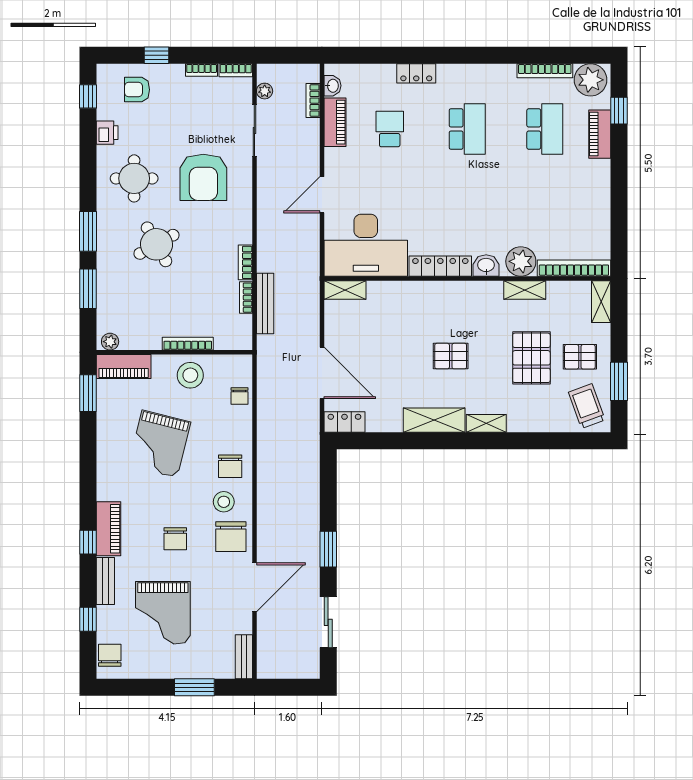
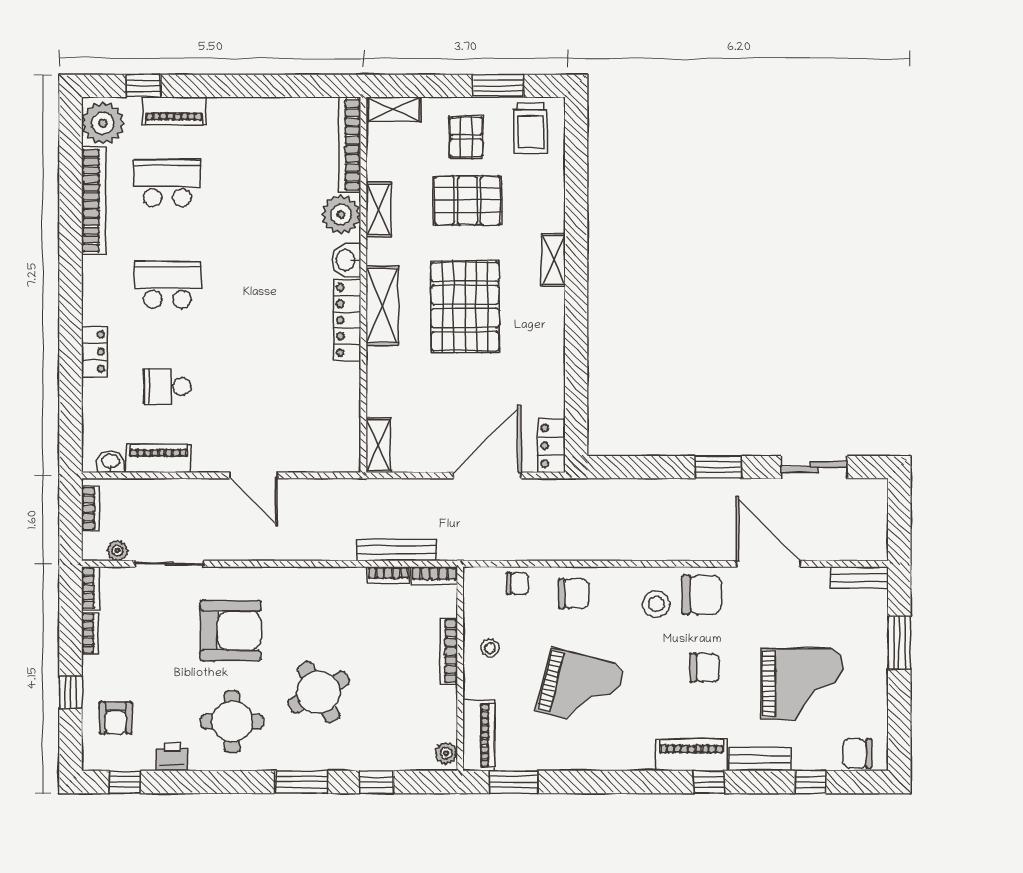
bookcase: (545, 71) -> (94, 201), width x1.48, depth x1.31
bookcase: (313, 101) -> (91, 509), moved, turned -90
desk: (366, 245) -> (320, 418), removed
bookcase: (245, 262) -> (434, 576), moved
window: (88, 289) -> (377, 782), width x0.67
pallet: (451, 356) -> (465, 307), width x2.05, depth x2.00
stool: (190, 375) -> (490, 648), width x0.53, depth x0.53
trolley: (587, 406) -> (531, 128), turned -70
shelving: (434, 420) -> (382, 306), moved
chair: (230, 466) -> (574, 594), moved

